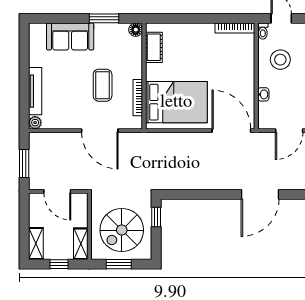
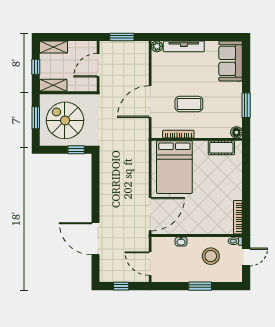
sofa: (70, 36) -> (231, 61), moved

